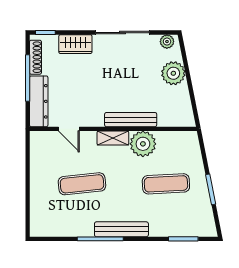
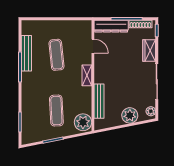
bench: (131, 120) -> (99, 101), moved
door: (69, 129) -> (93, 46), swing flipped
plant: (143, 144) -> (83, 122), moved
bench: (121, 229) -> (26, 53), moved

